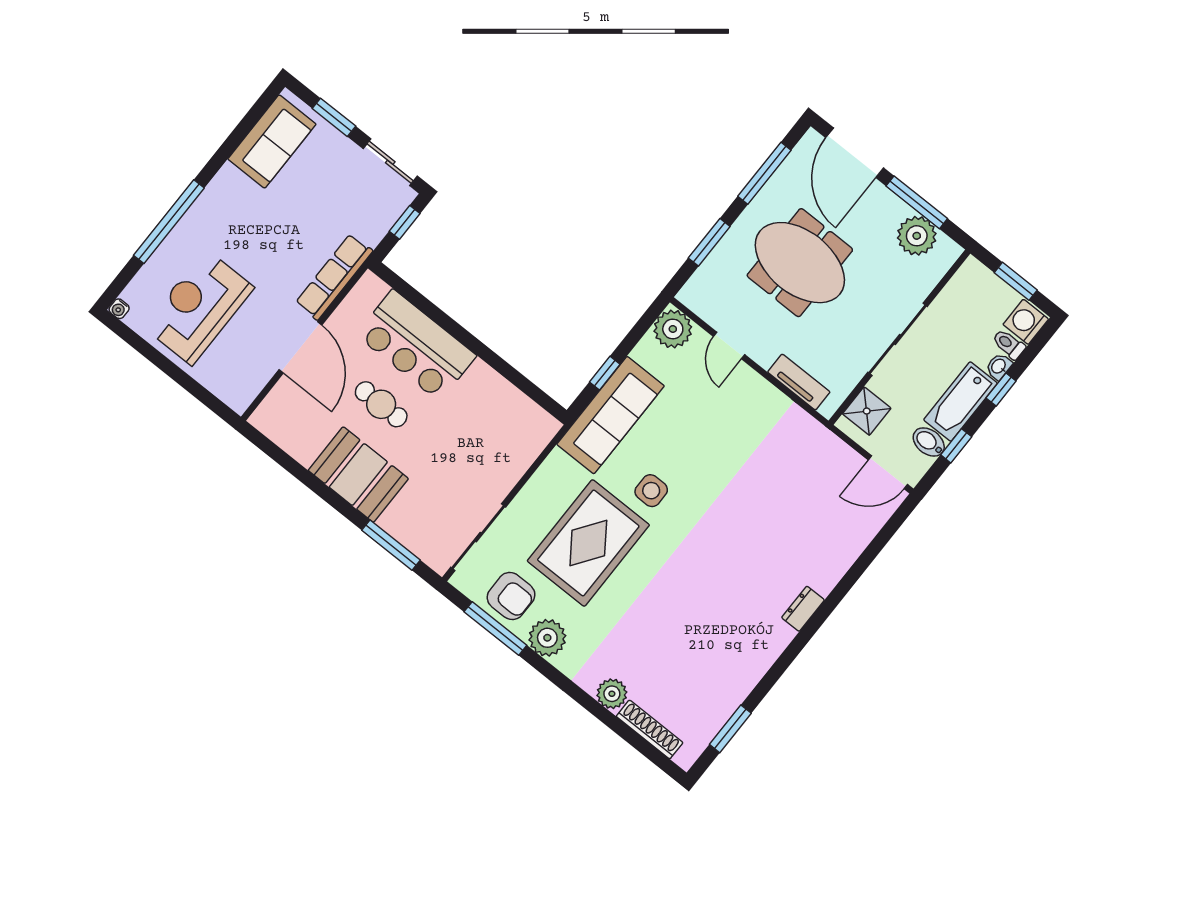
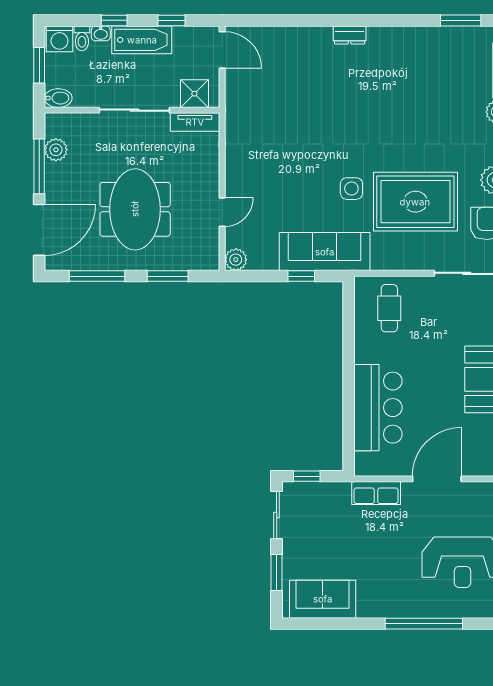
plant: (917, 236) -> (56, 150), width x0.73, depth x0.73
row of seats: (334, 277) -> (376, 493), width x0.68
plant: (673, 329) -> (236, 260), width x0.73, depth x0.73
tv unit: (799, 382) -> (195, 122), moved, turned -90
cafe table: (381, 404) -> (389, 308), moved
bidet: (929, 442) -> (58, 98), moved, turned -90

